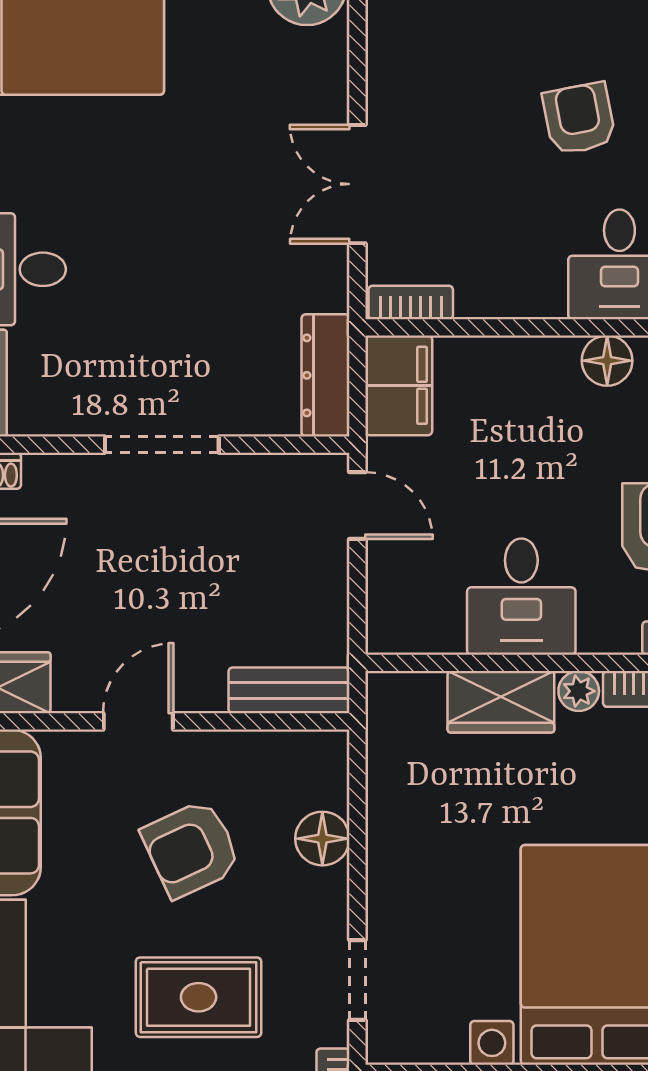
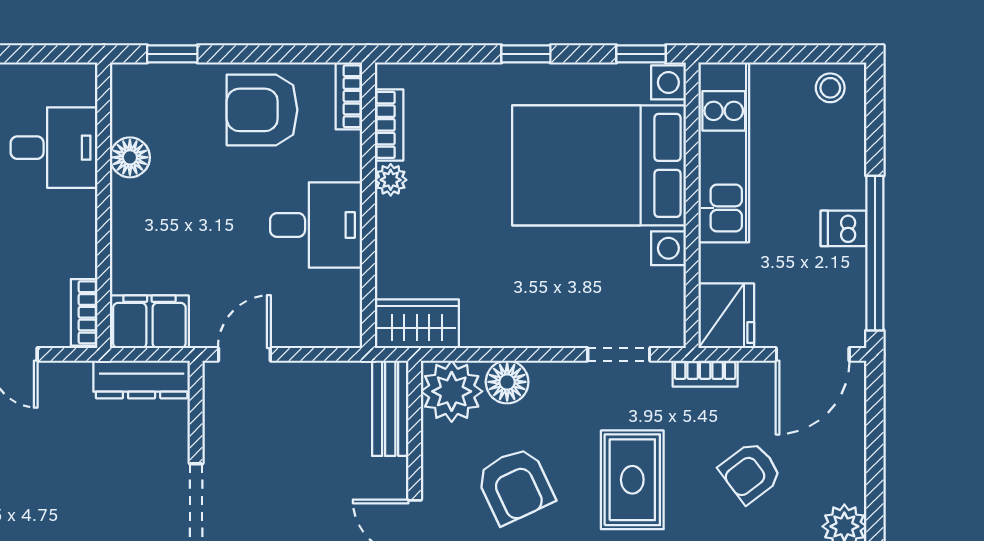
wardrobe: (501, 702) -> (417, 324), moved, turned -90
plant: (311, 768) -> (452, 391), added

